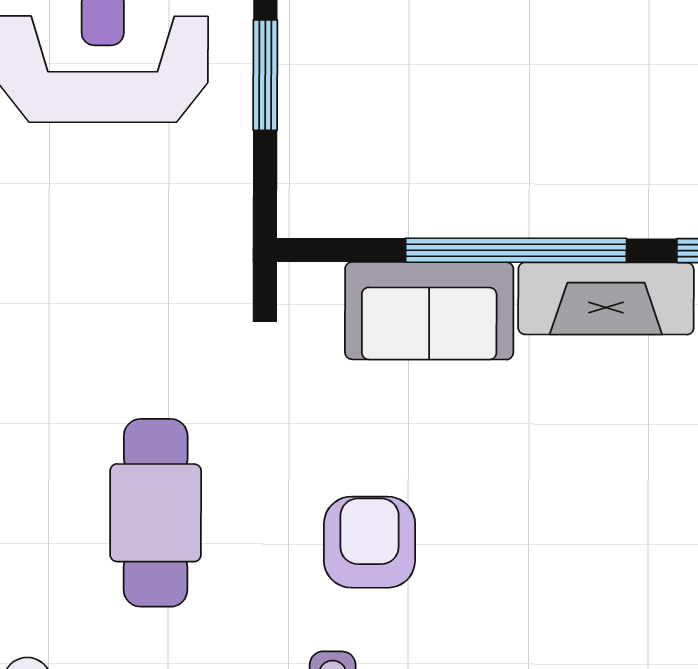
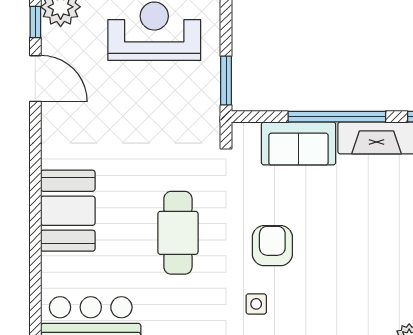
window: (265, 75) -> (226, 81), moved

